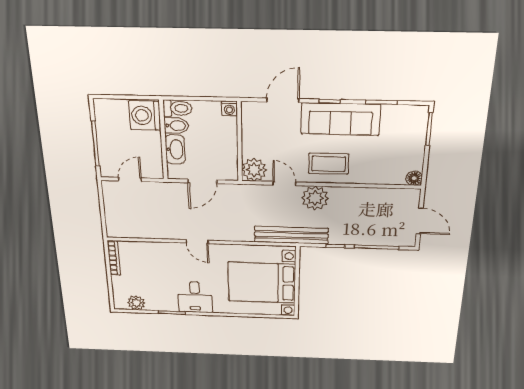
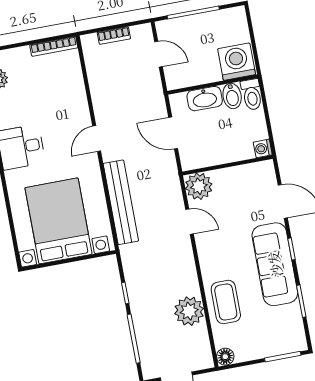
coffee table: (329, 164) -> (226, 302), moved
door: (284, 184) -> (190, 222), hinge flipped
plant: (315, 198) -> (189, 311), moved
bookcase: (110, 211) -> (114, 36), added
bench: (291, 235) -> (121, 202), moved

